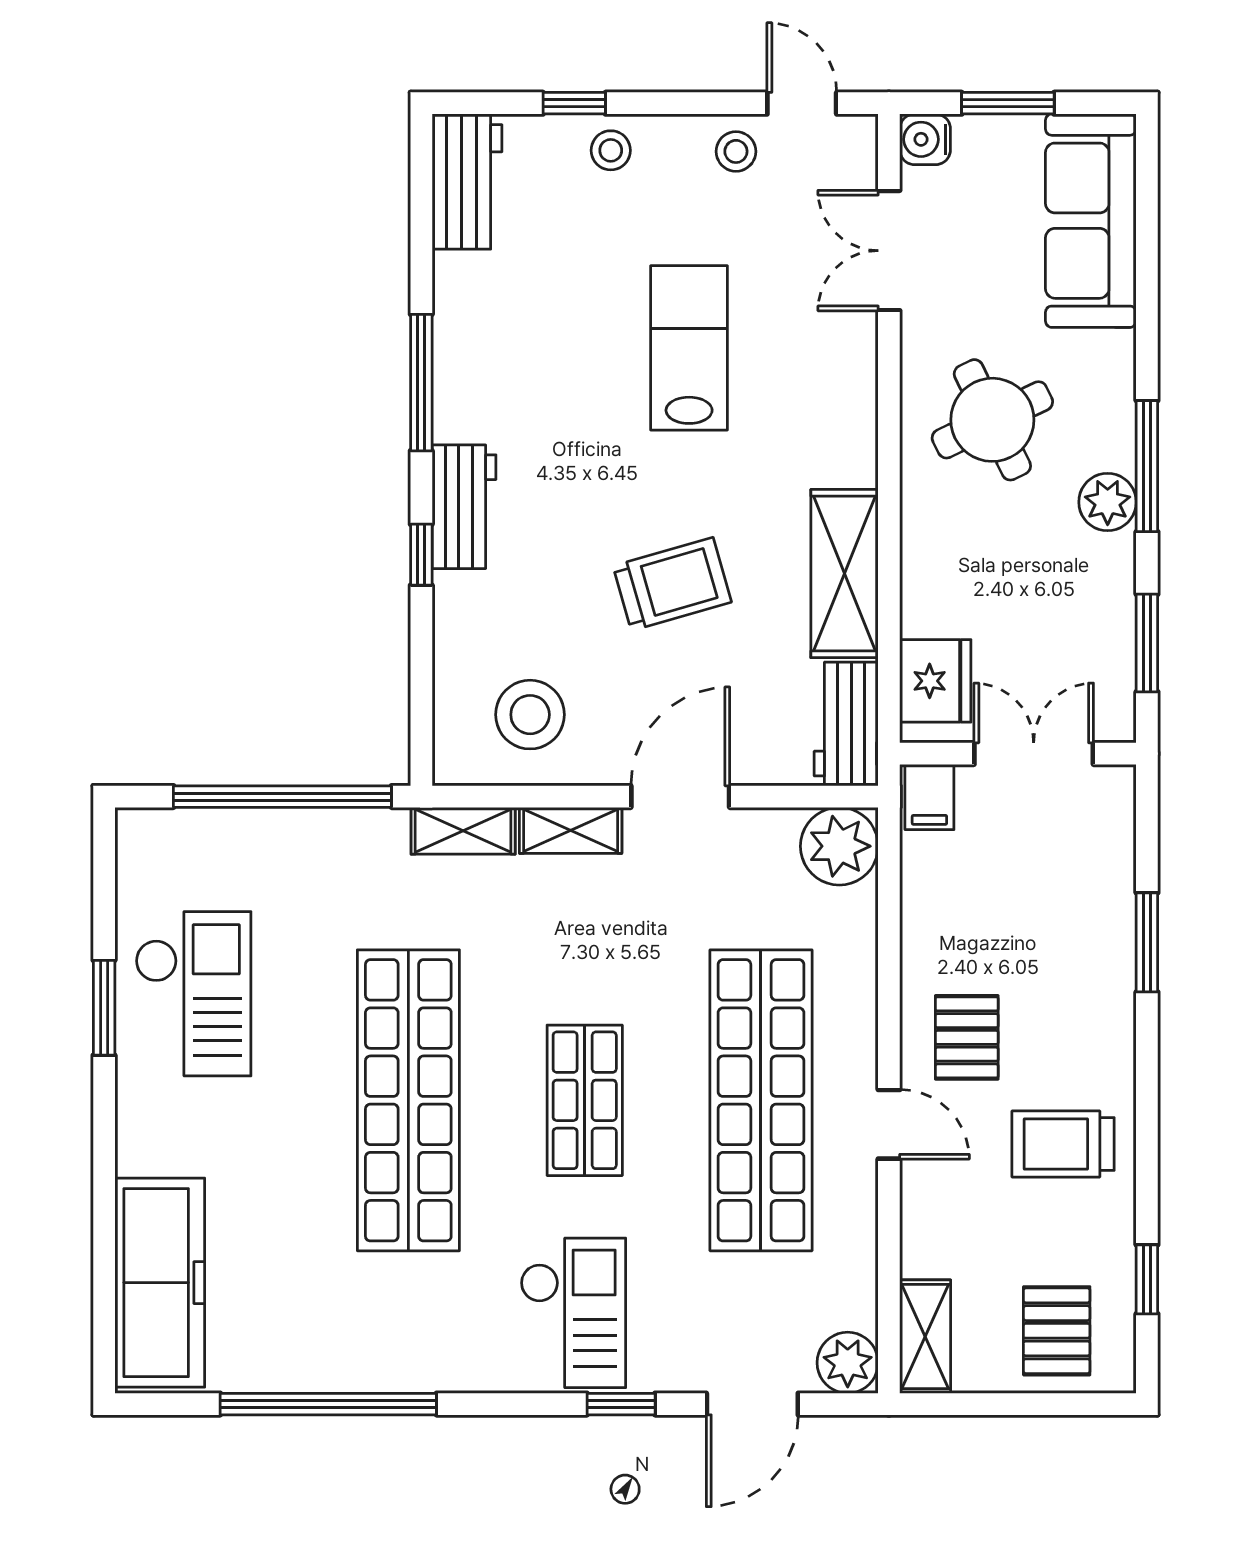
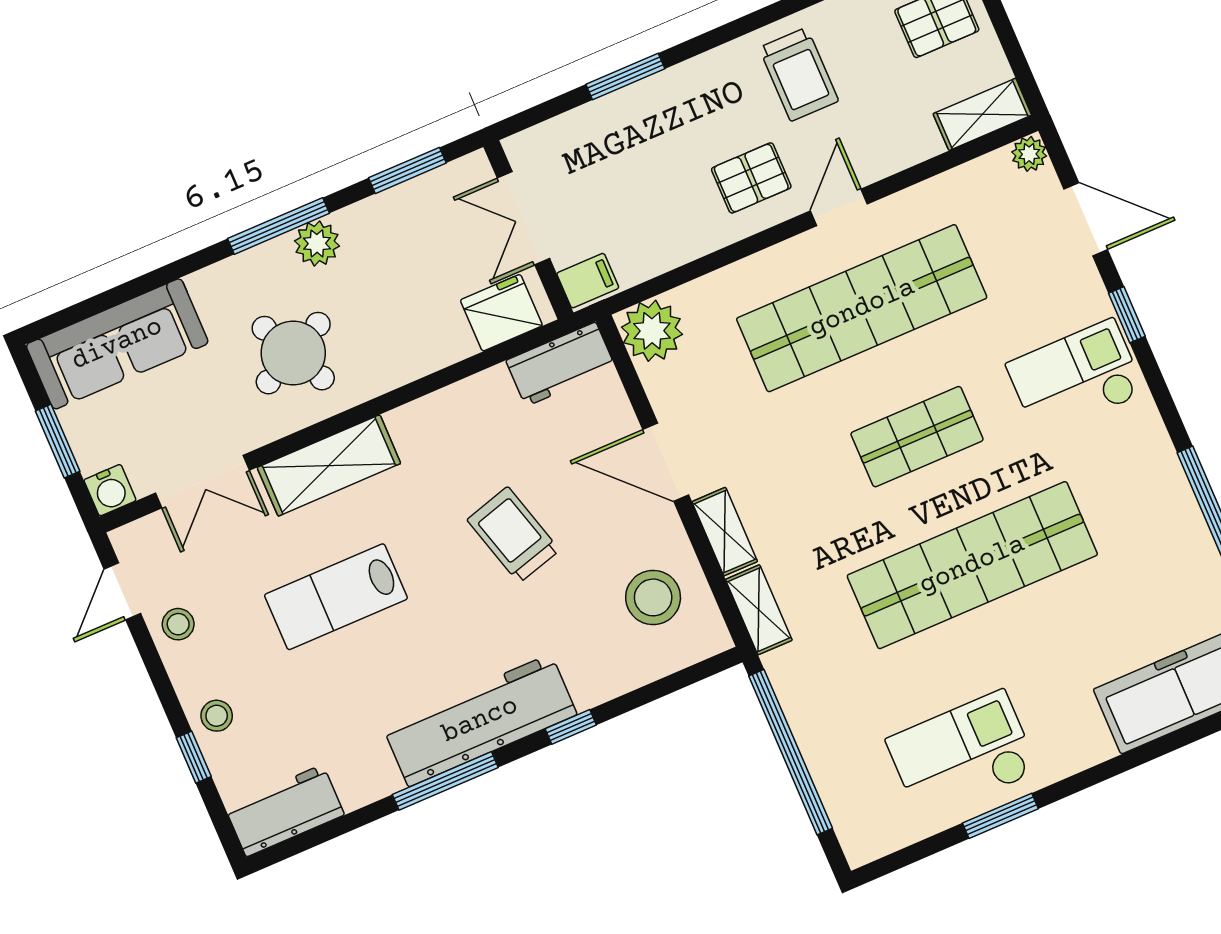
workbench: (464, 507) -> (480, 720), width x1.88, depth x1.32
shelving: (845, 574) -> (329, 465), moved
plant: (848, 1363) -> (1029, 154), width x0.73, depth x0.73

